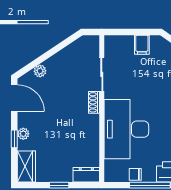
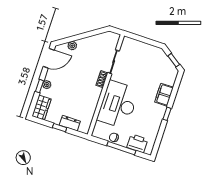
filing cabinet: (142, 45) -> (148, 51), removed
door: (14, 98) -> (49, 58), hinge flipped
dresser: (86, 175) -> (70, 123), moved

